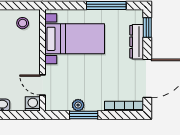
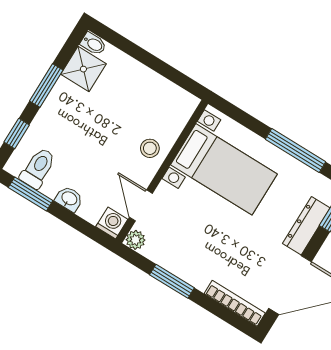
stool: (23, 23) -> (150, 148), moved
plant: (78, 105) -> (135, 240), moved

